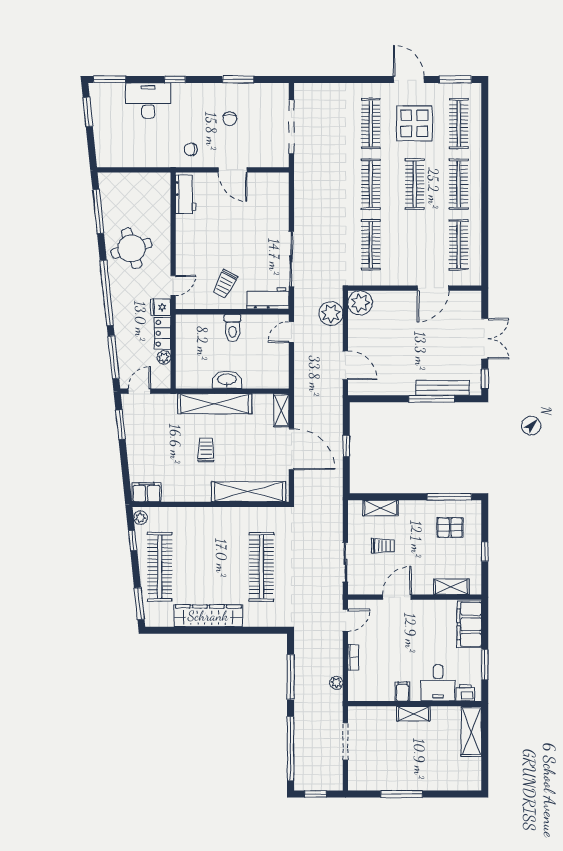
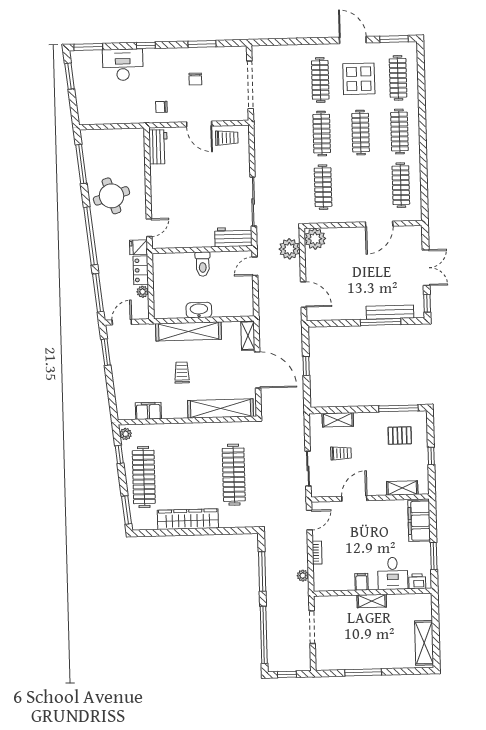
trolley: (225, 284) -> (227, 138), moved, turned -118
filing cabinet: (147, 492) -> (148, 411), moved
shelving: (471, 731) -> (424, 643), moved

